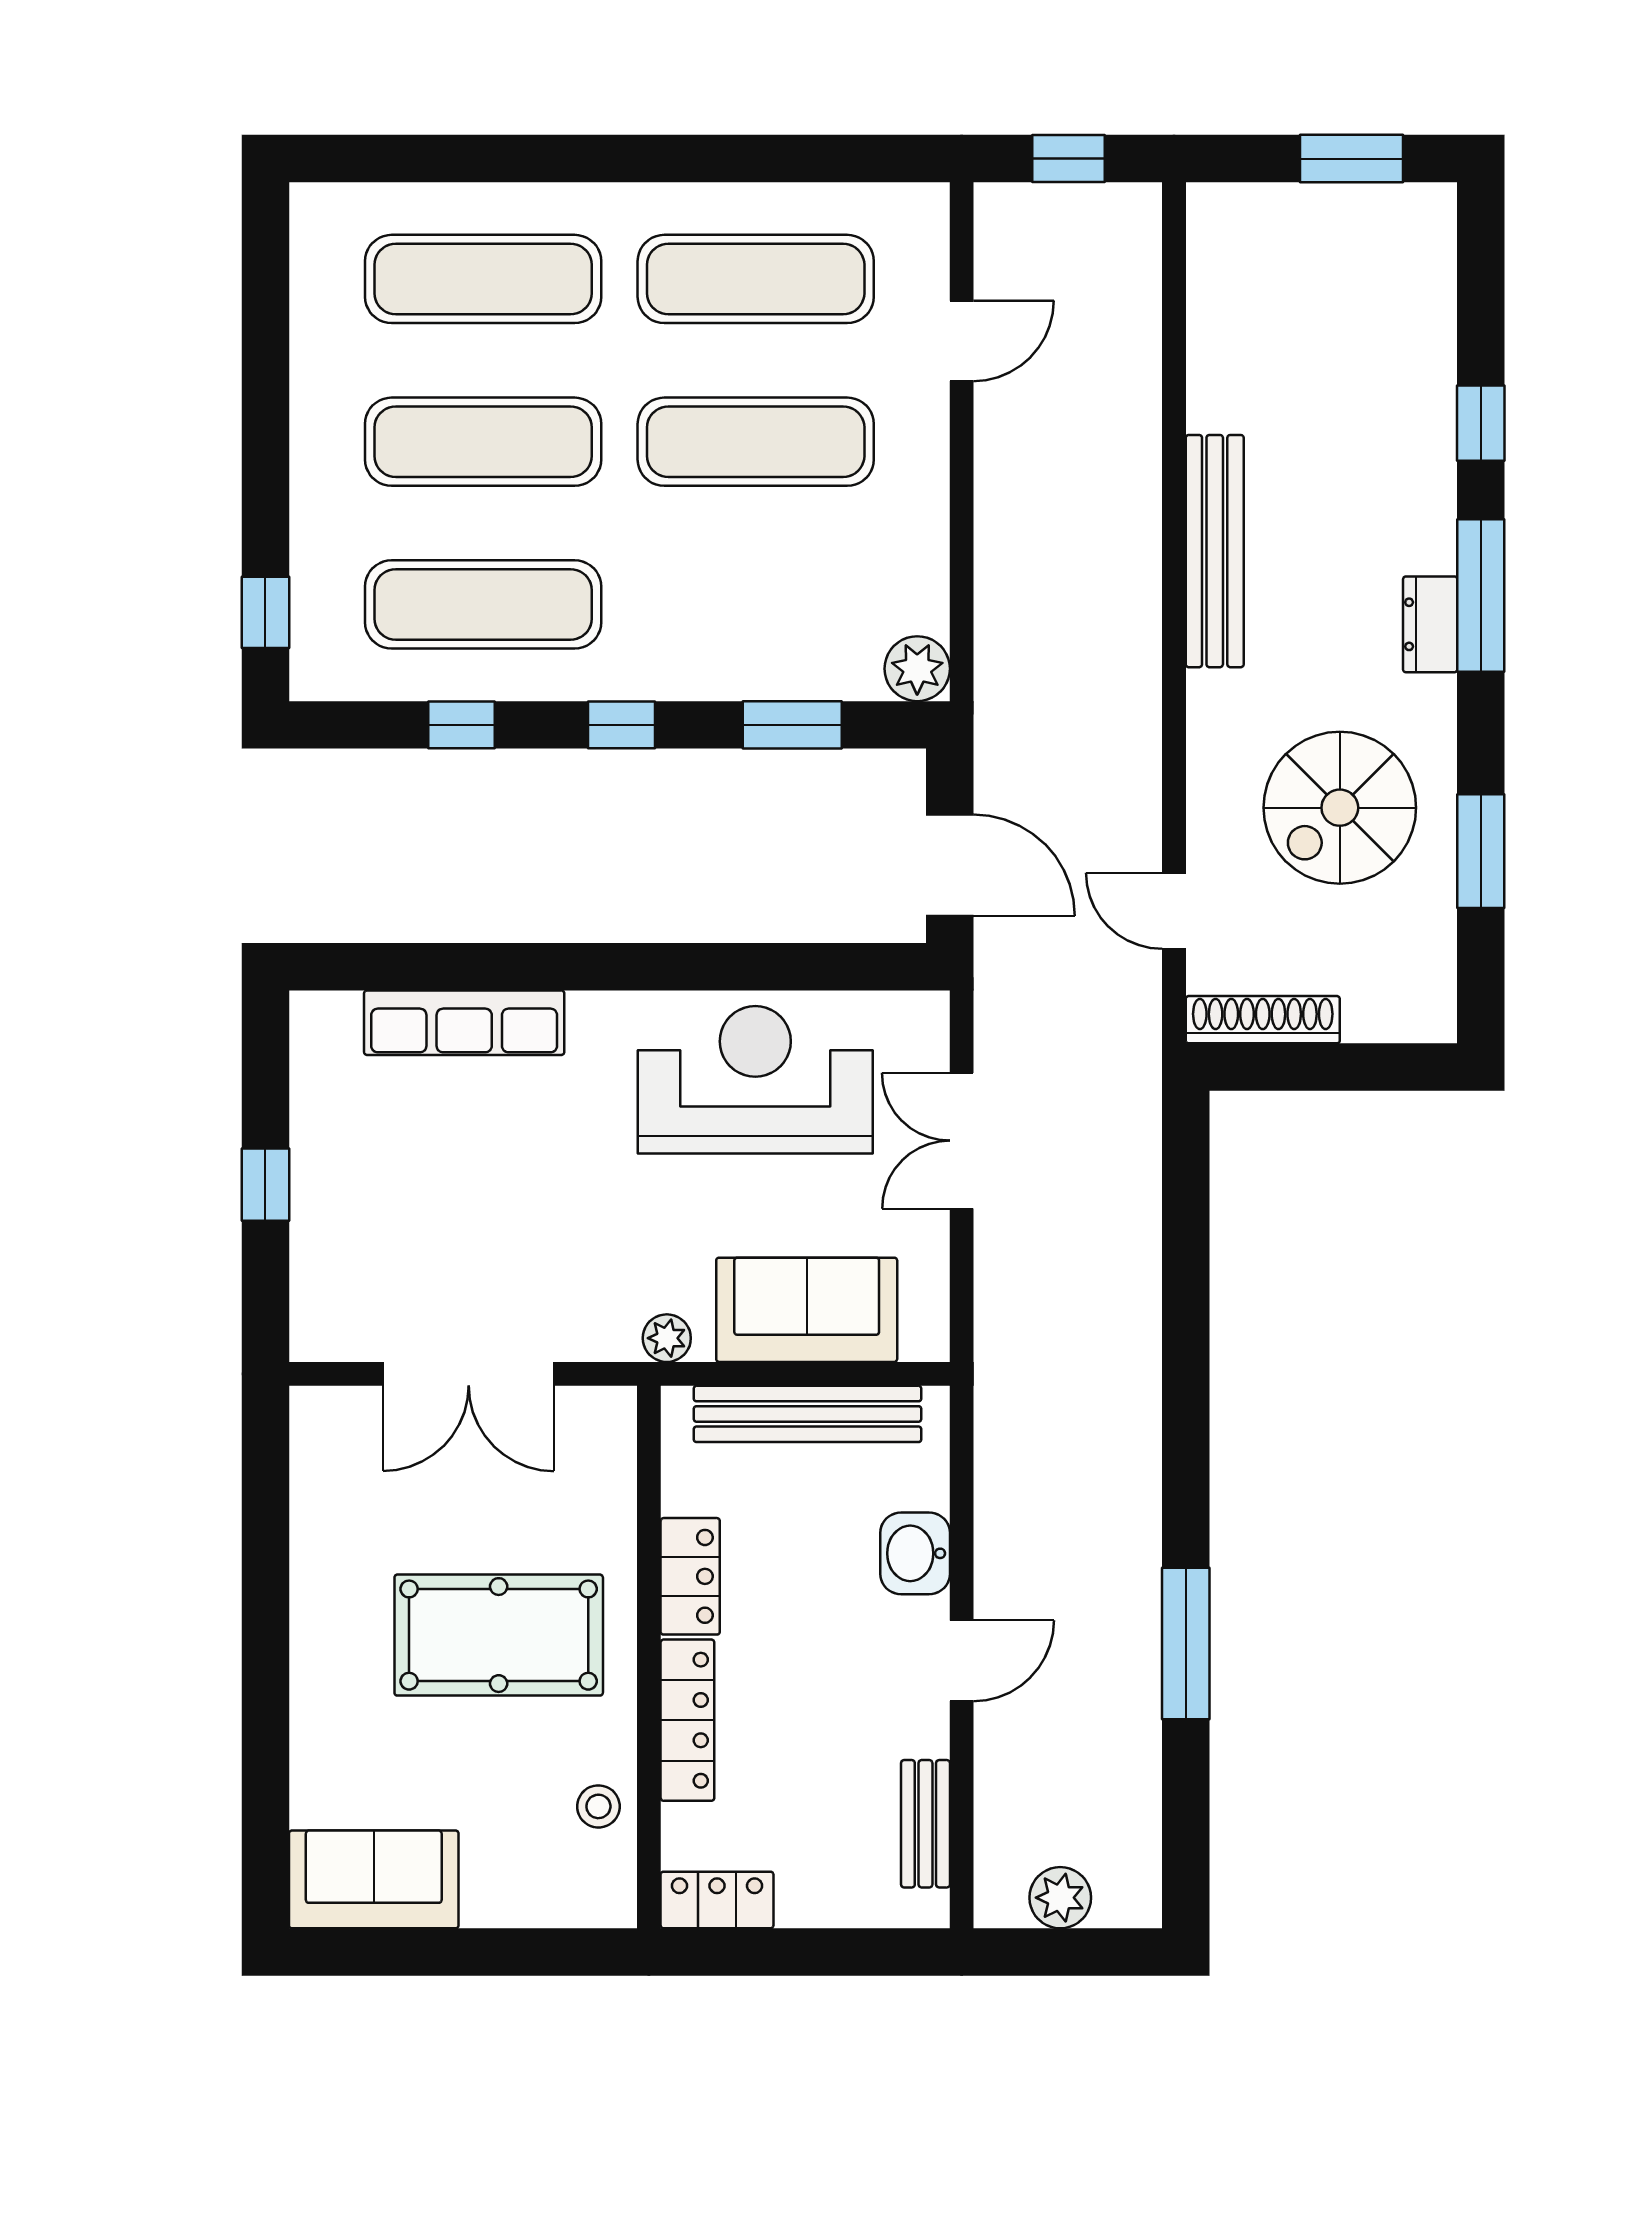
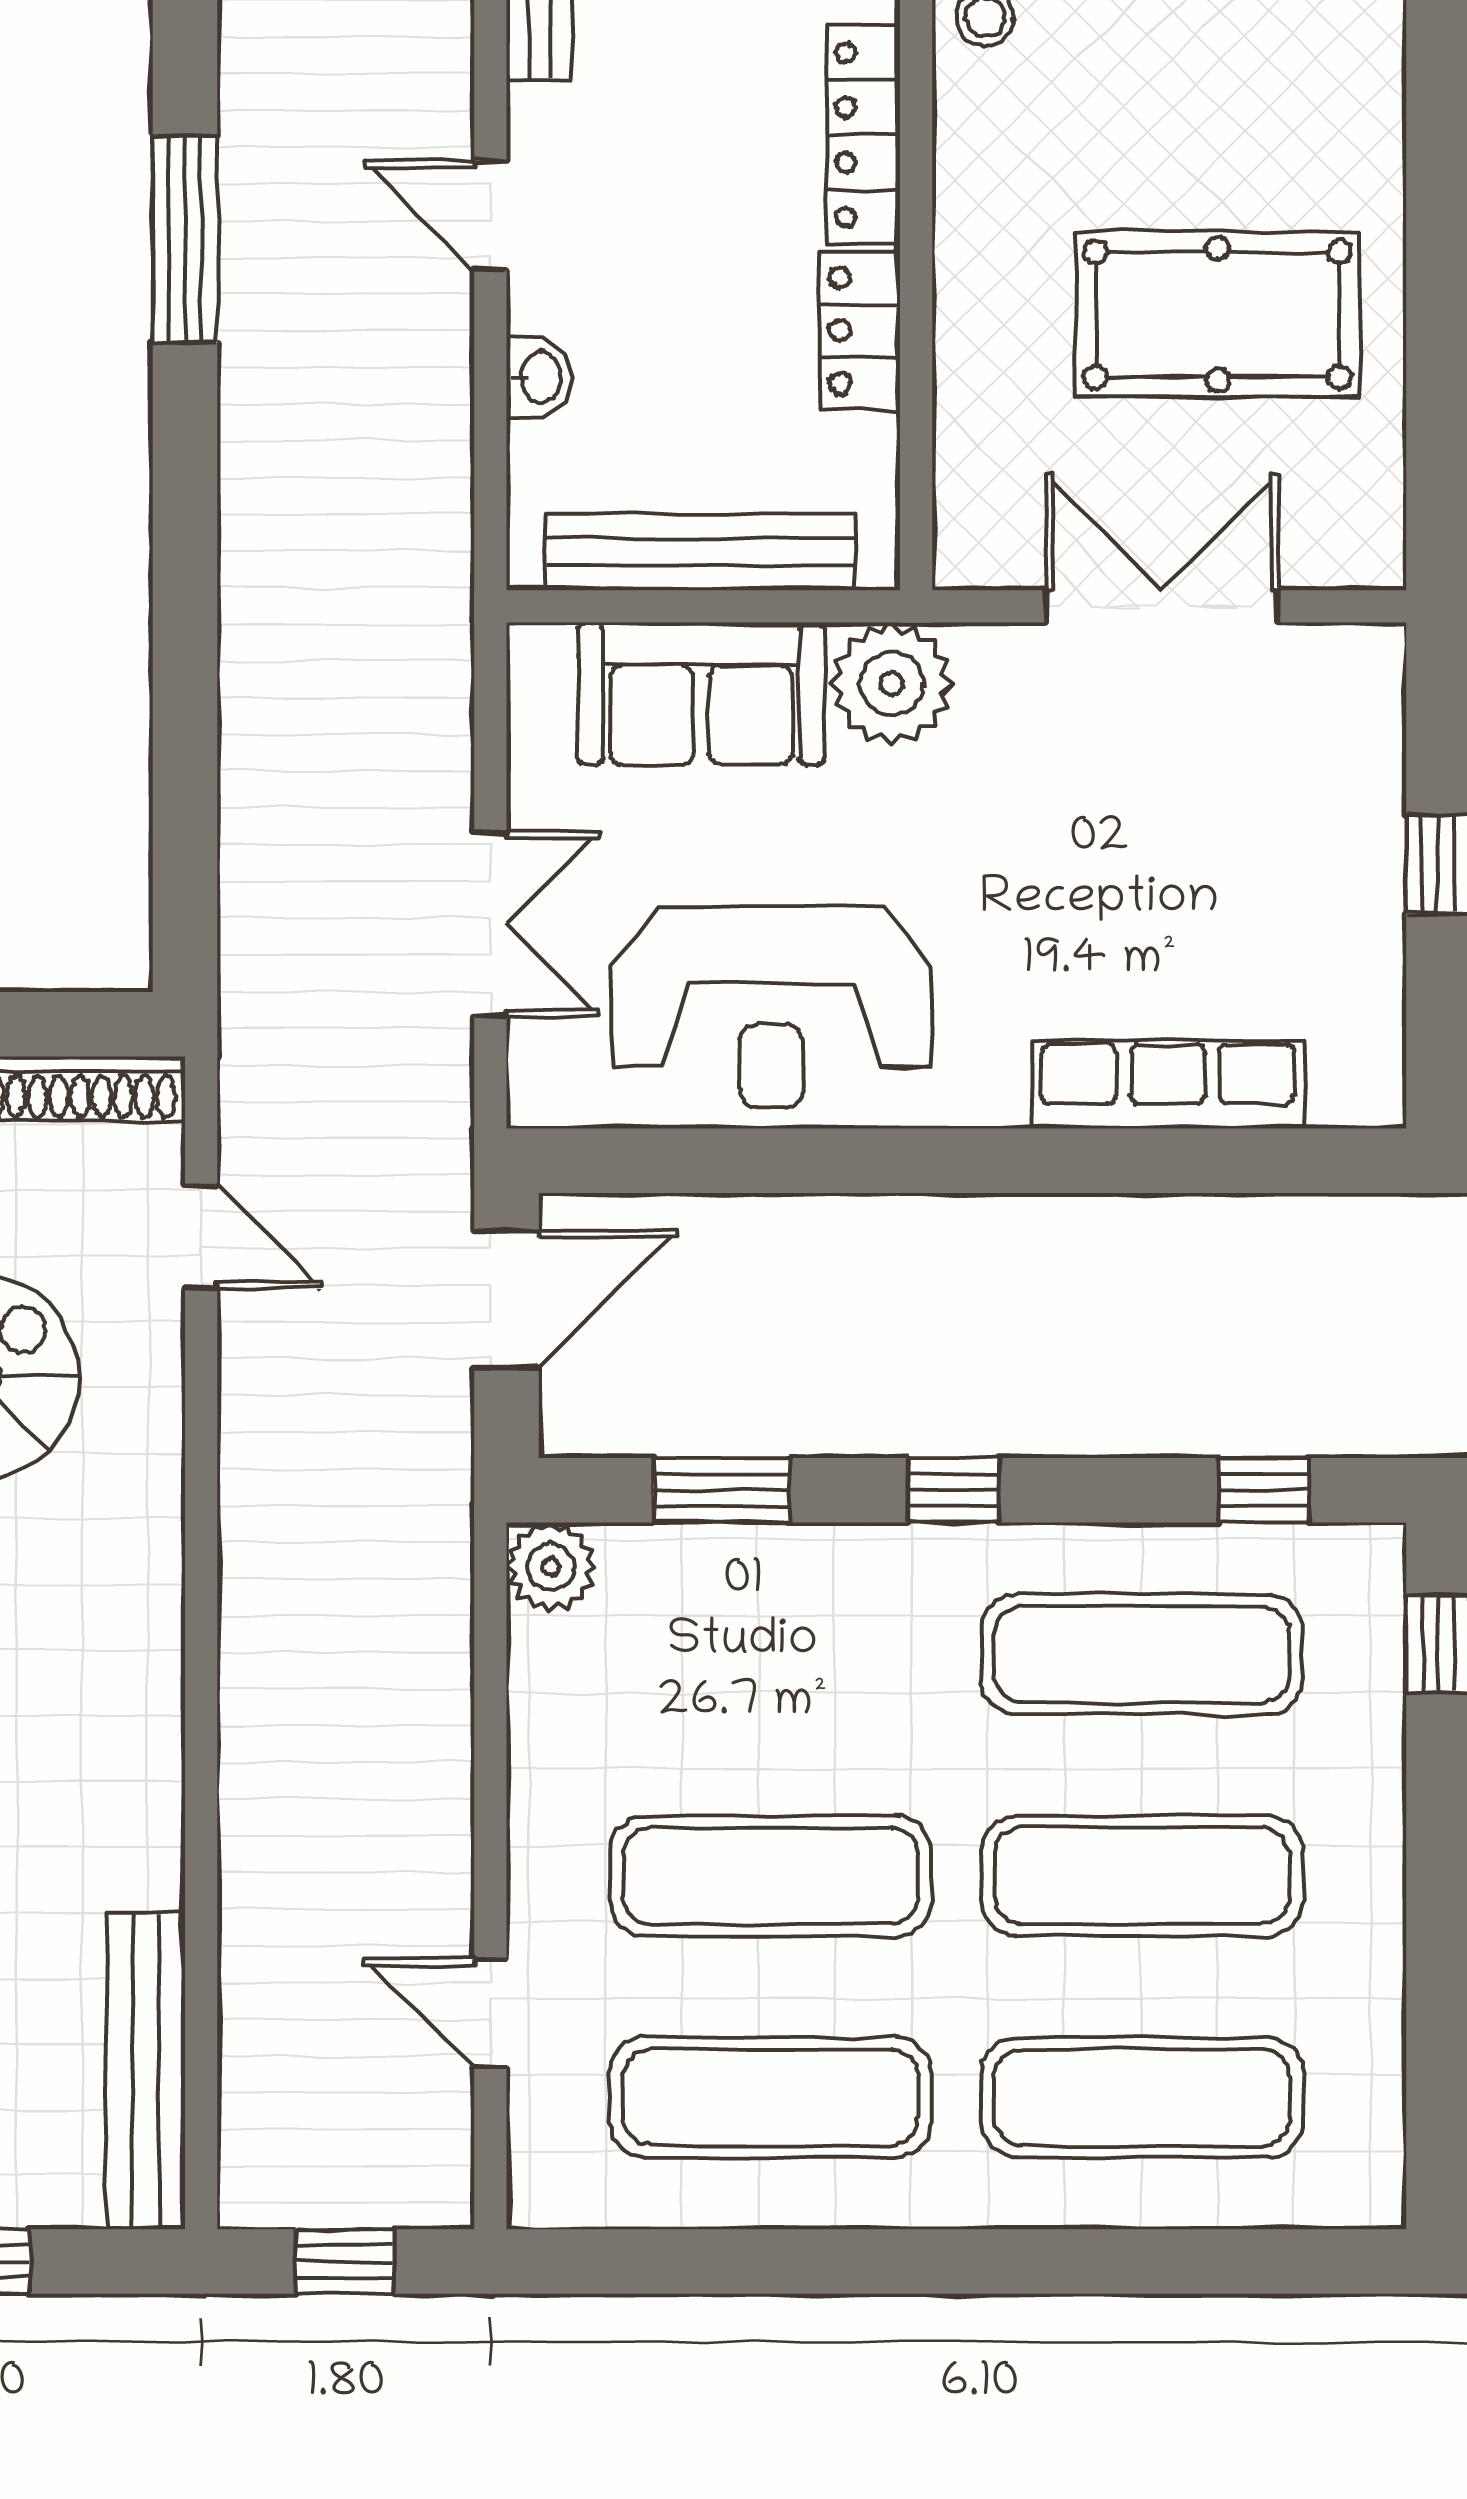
door: (962, 341) -> (490, 2013), hinge flipped
bench: (1215, 551) -> (146, 2071), moved
window: (461, 725) -> (1264, 1490), moved
door: (950, 865) -> (506, 1299), swing flipped
plant: (667, 1338) -> (892, 684), width x1.87, depth x1.87
washbasin: (915, 1553) -> (539, 377), width x0.72, depth x0.69
pool table: (499, 1635) -> (1217, 314), moved
door: (962, 1661) -> (490, 216), hinge flipped

